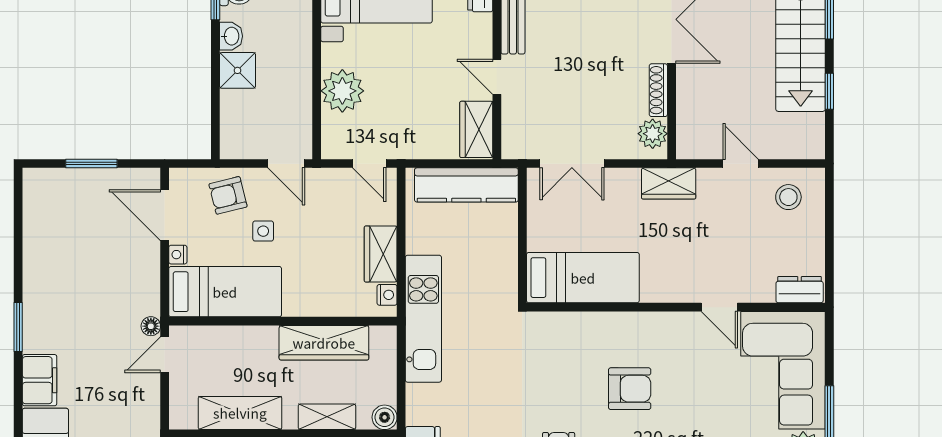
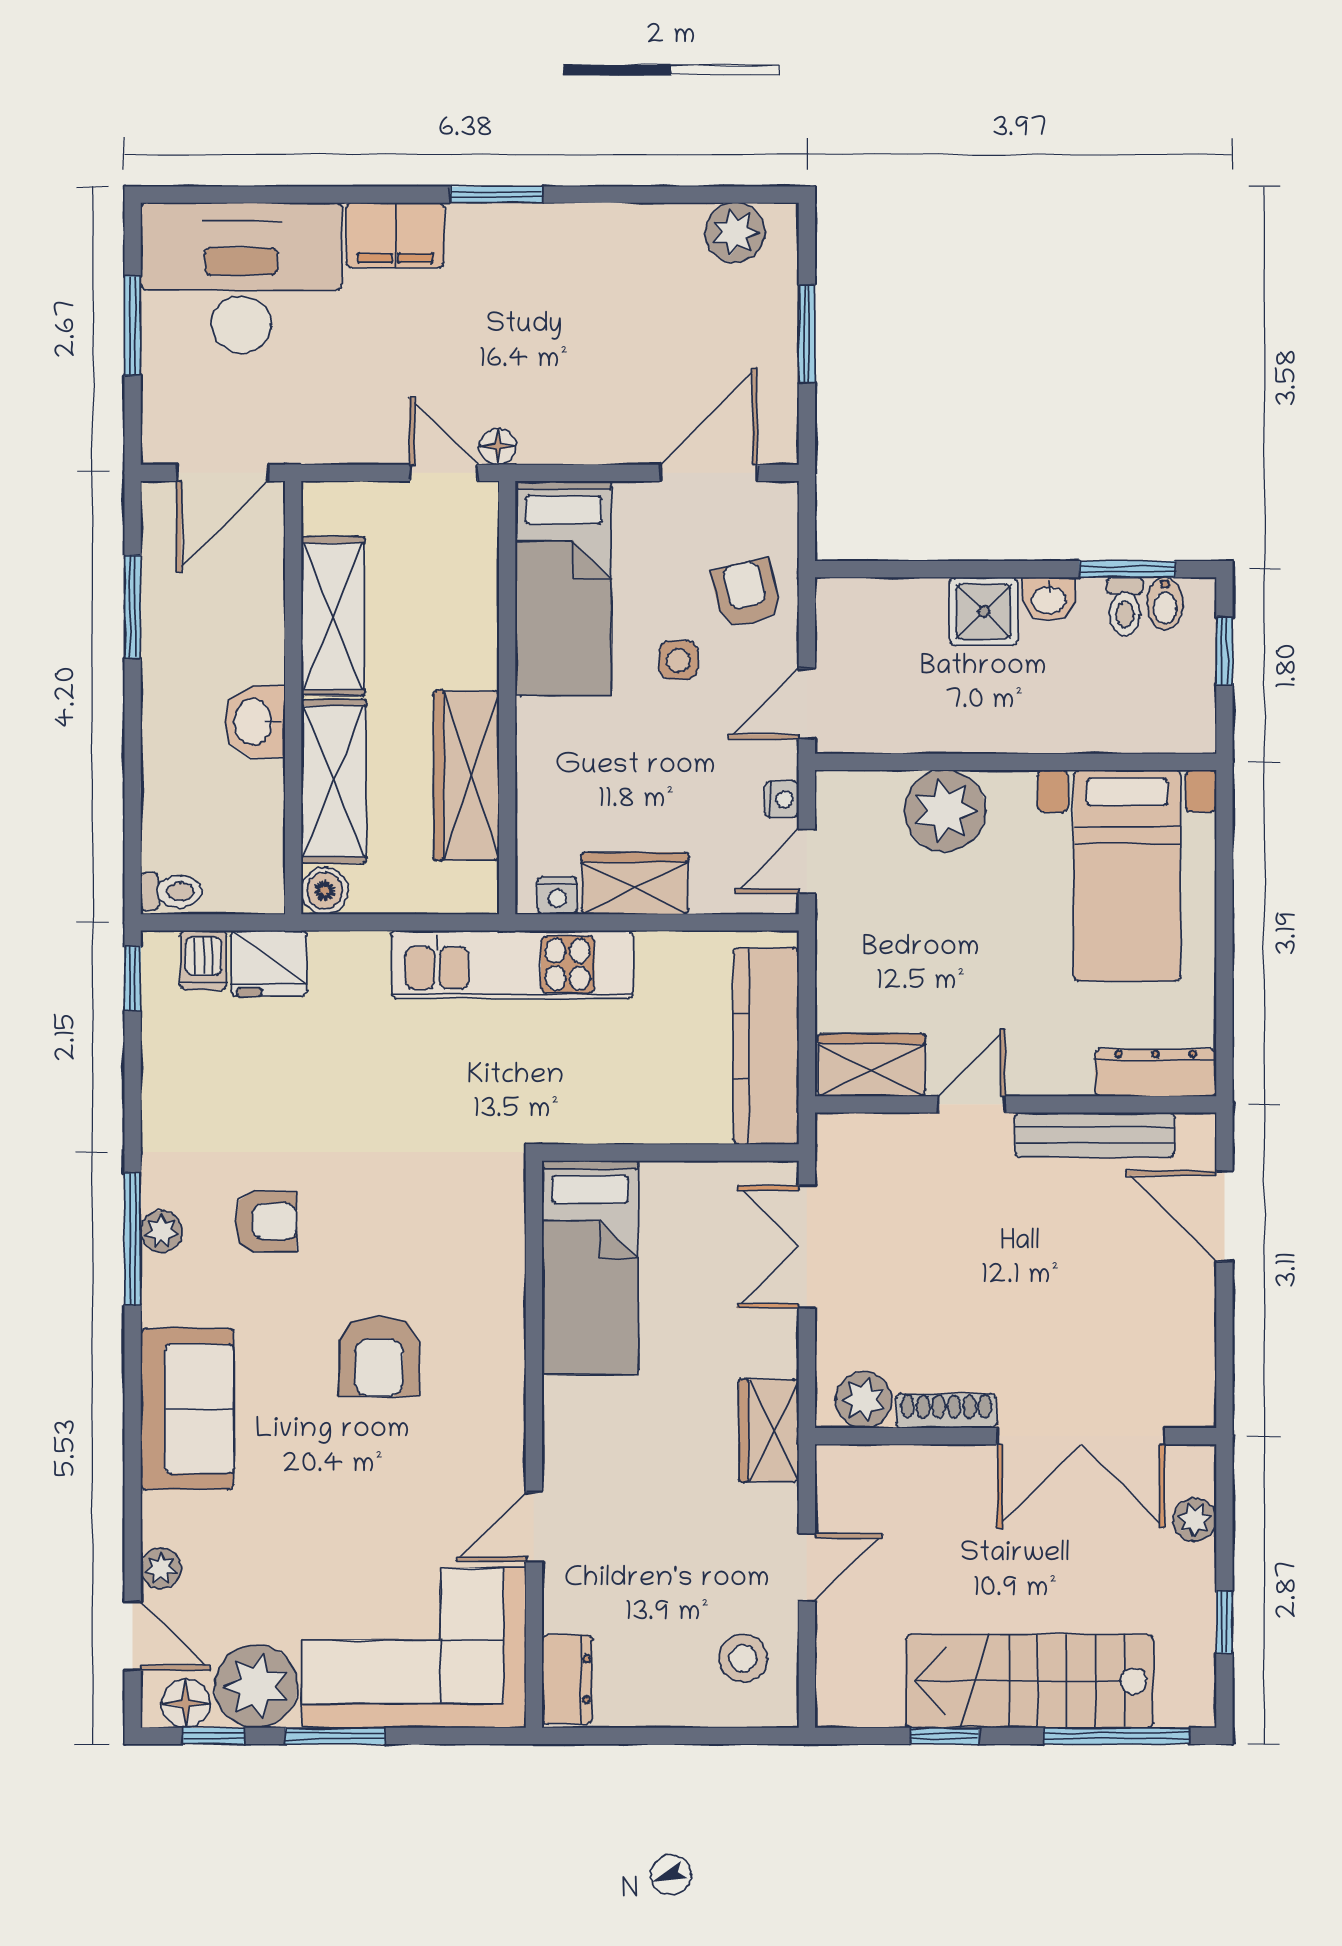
plant: (38, 201) -> (735, 232), added
nightstand: (178, 255) -> (782, 799), moved, turned 90
shelving: (327, 417) -> (334, 781), width x1.50, depth x1.33

